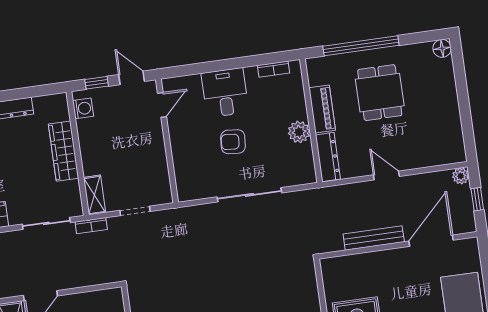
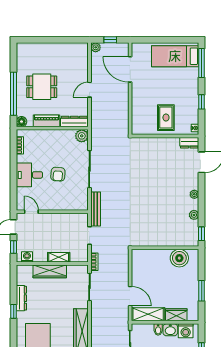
floor lamp: (442, 48) -> (22, 122), moved
plant: (299, 132) -> (82, 136), moved
shelving: (94, 195) -> (59, 257), moved
bench: (374, 238) -> (96, 209), moved

